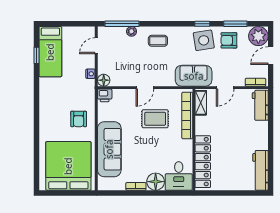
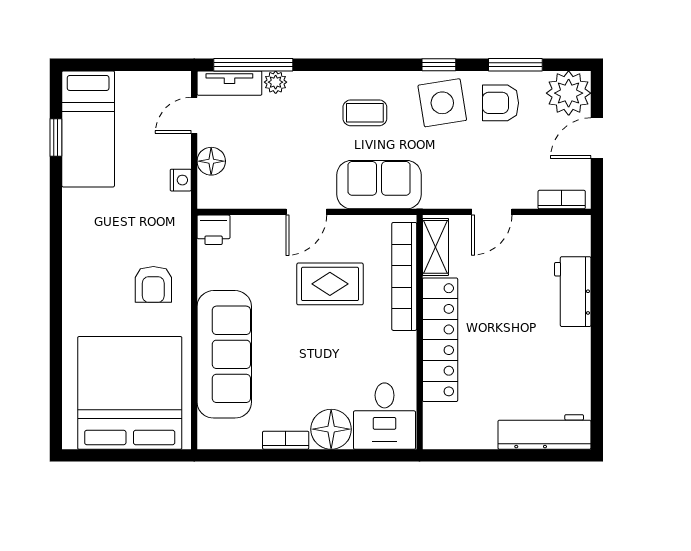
tv unit: (112, 32) -> (229, 83), added
coffee table: (158, 41) -> (365, 113), moved
sofa: (194, 76) -> (379, 185), moved
floor lamp: (104, 80) -> (211, 161), moved
workbench: (260, 105) -> (573, 292), moved
locker: (203, 162) -> (440, 340), moved
workbench: (261, 170) -> (544, 432), moved, turned 90

